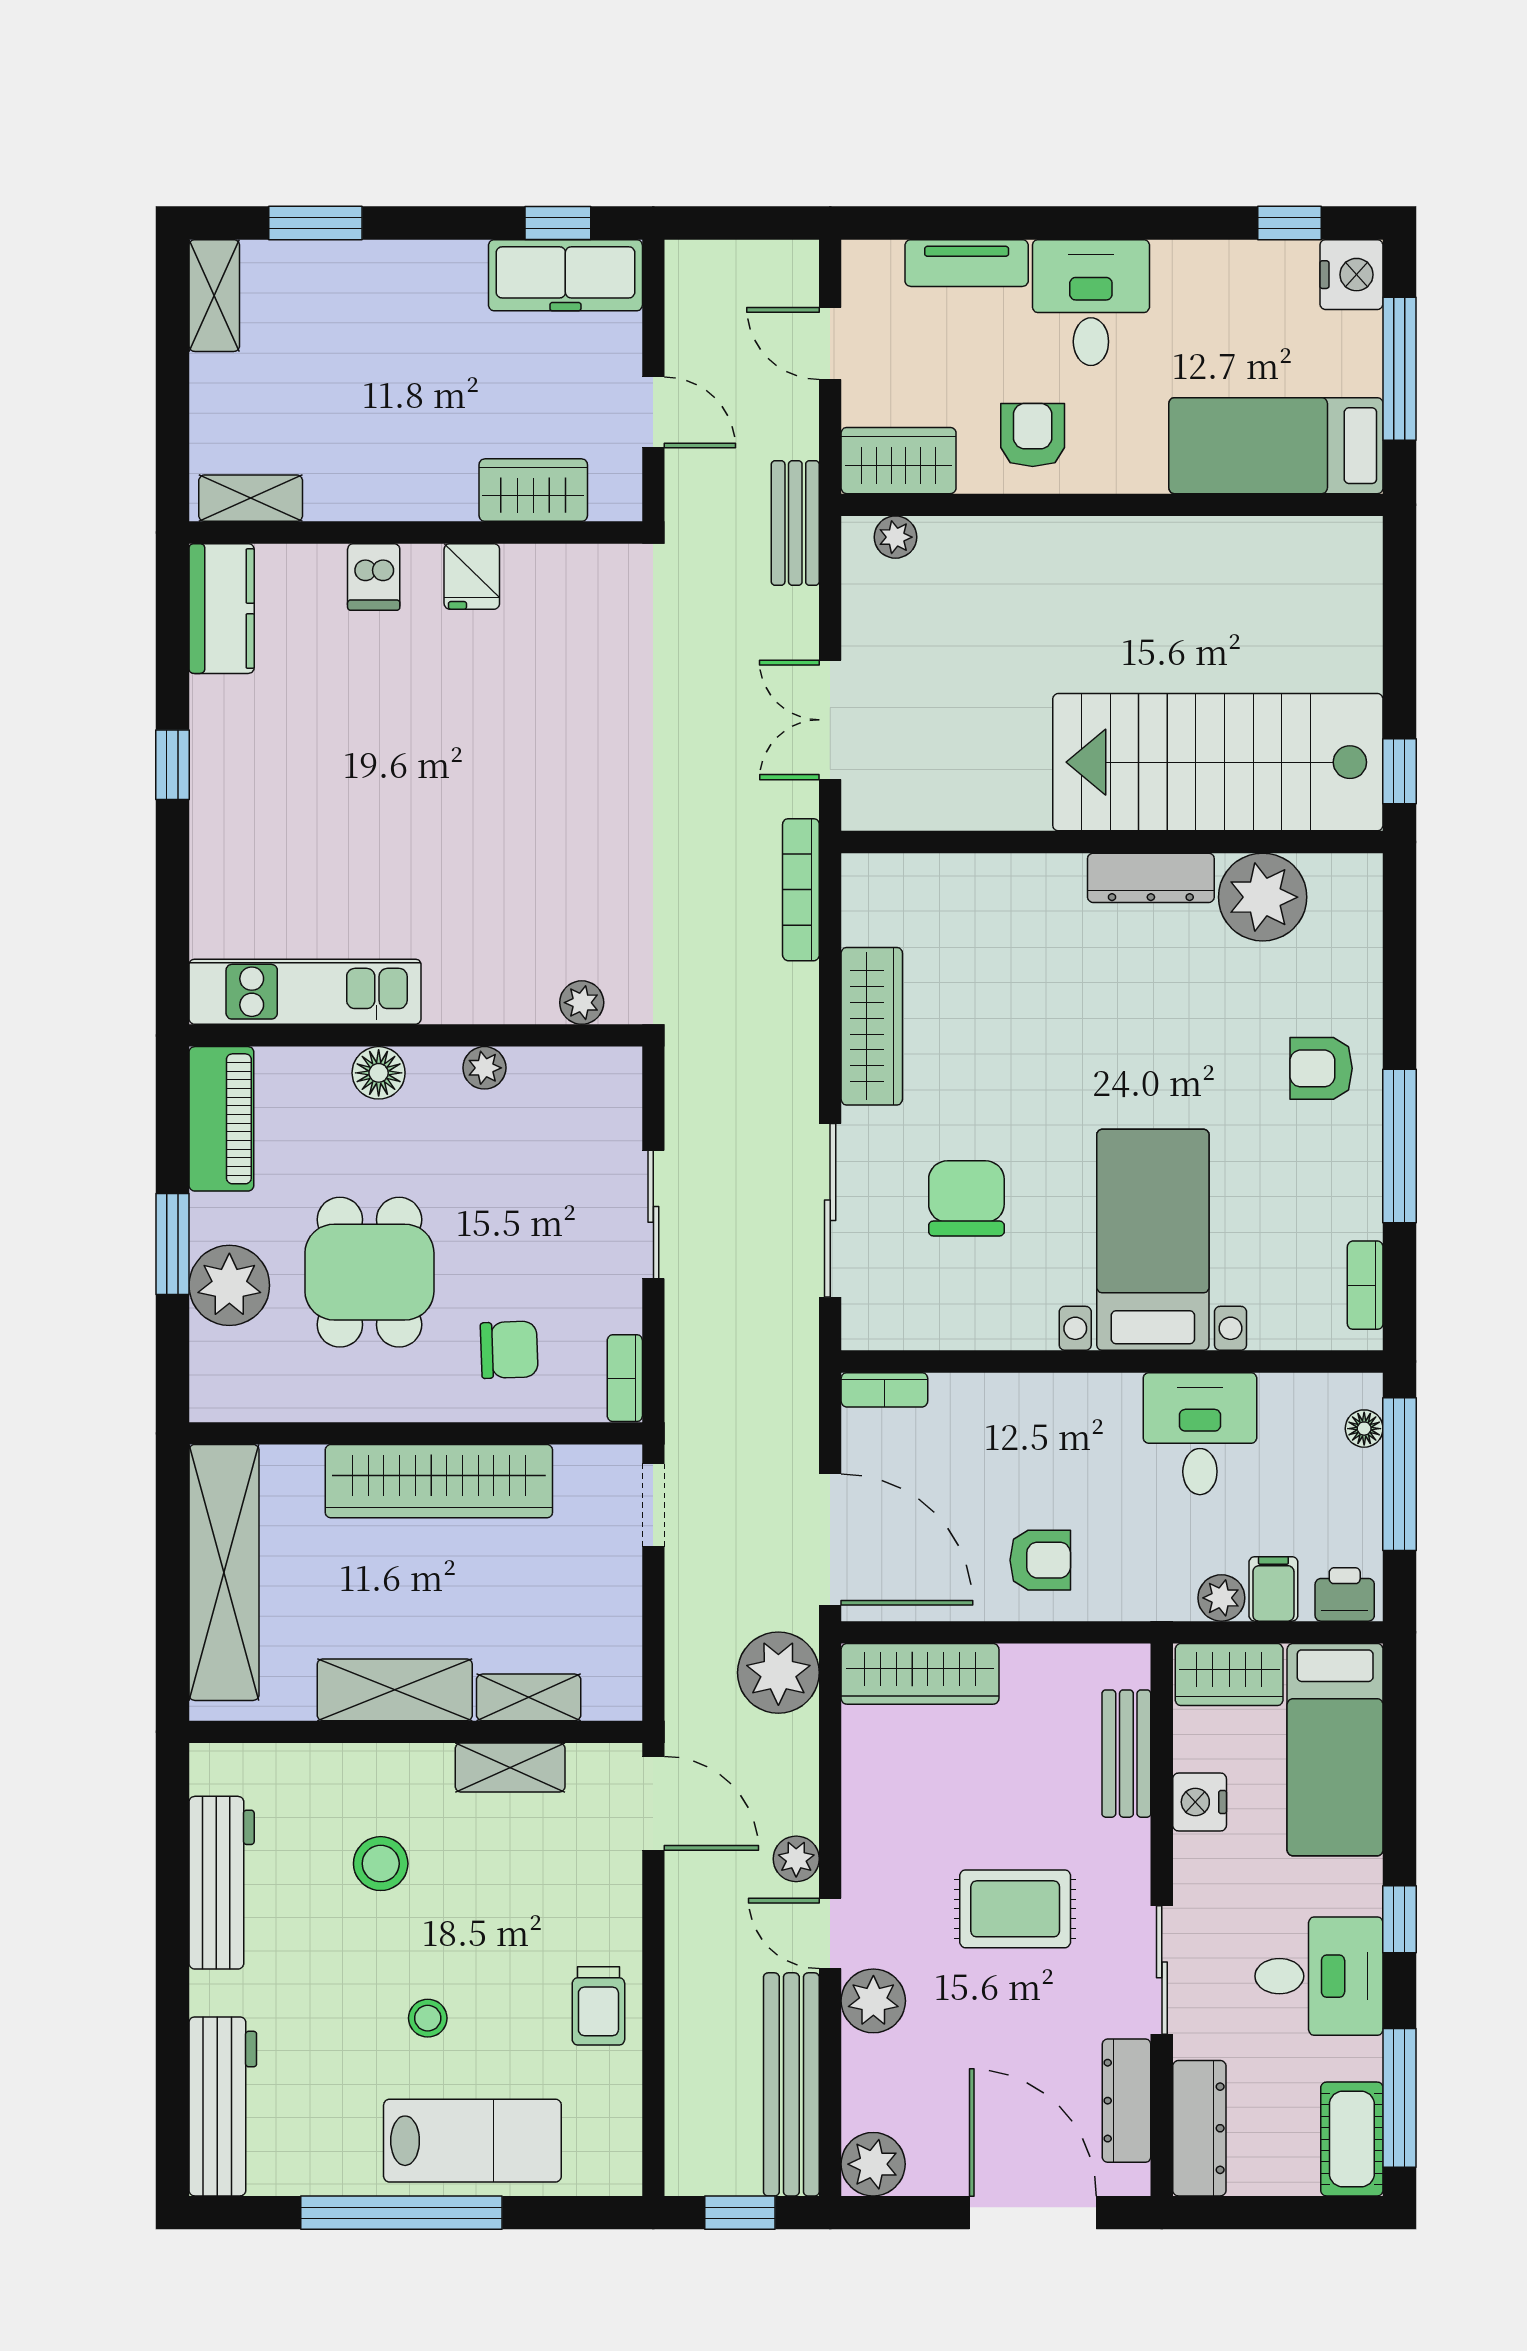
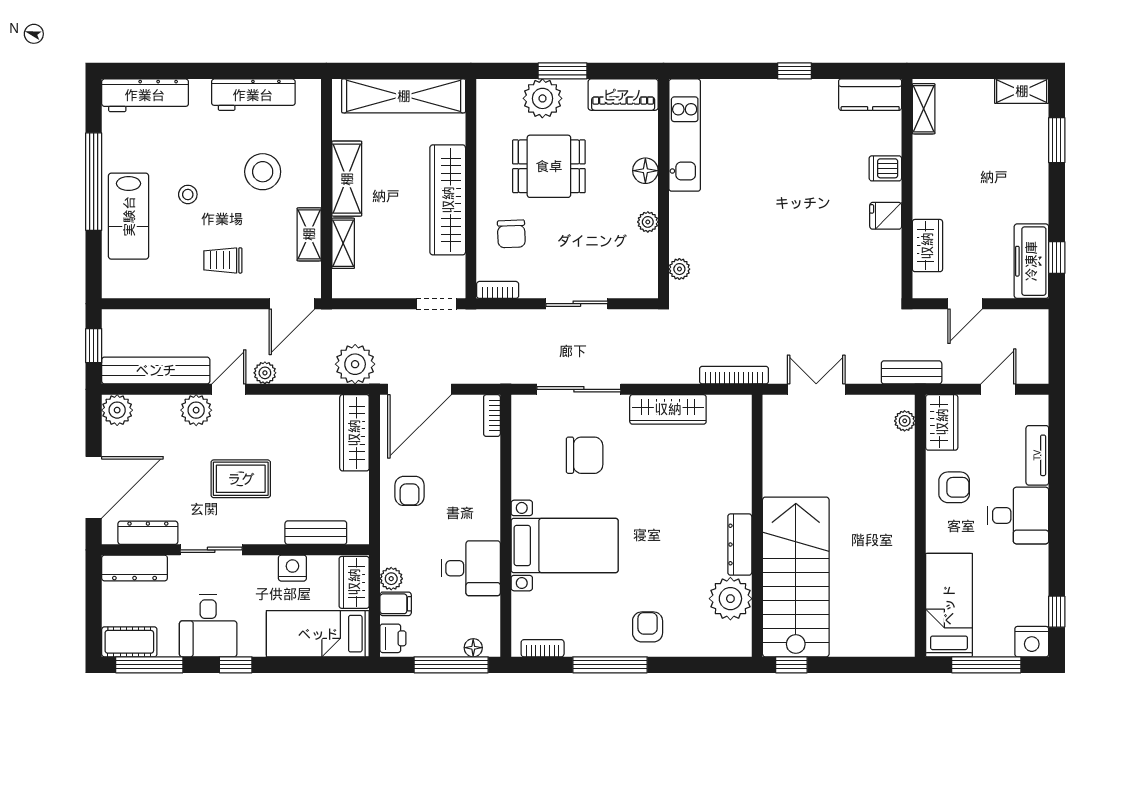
stool: (381, 1864) -> (263, 172), width x1.38, depth x1.38
rug: (1015, 1909) -> (241, 479), turned 90
trolley: (598, 2006) -> (223, 260), moved

